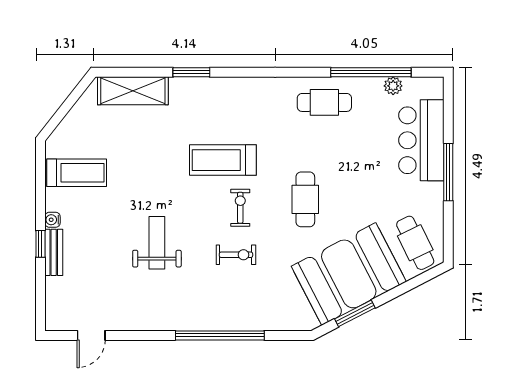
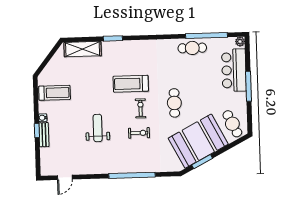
plant: (393, 86) -> (240, 42), moved
cafe table: (324, 102) -> (192, 48), moved

